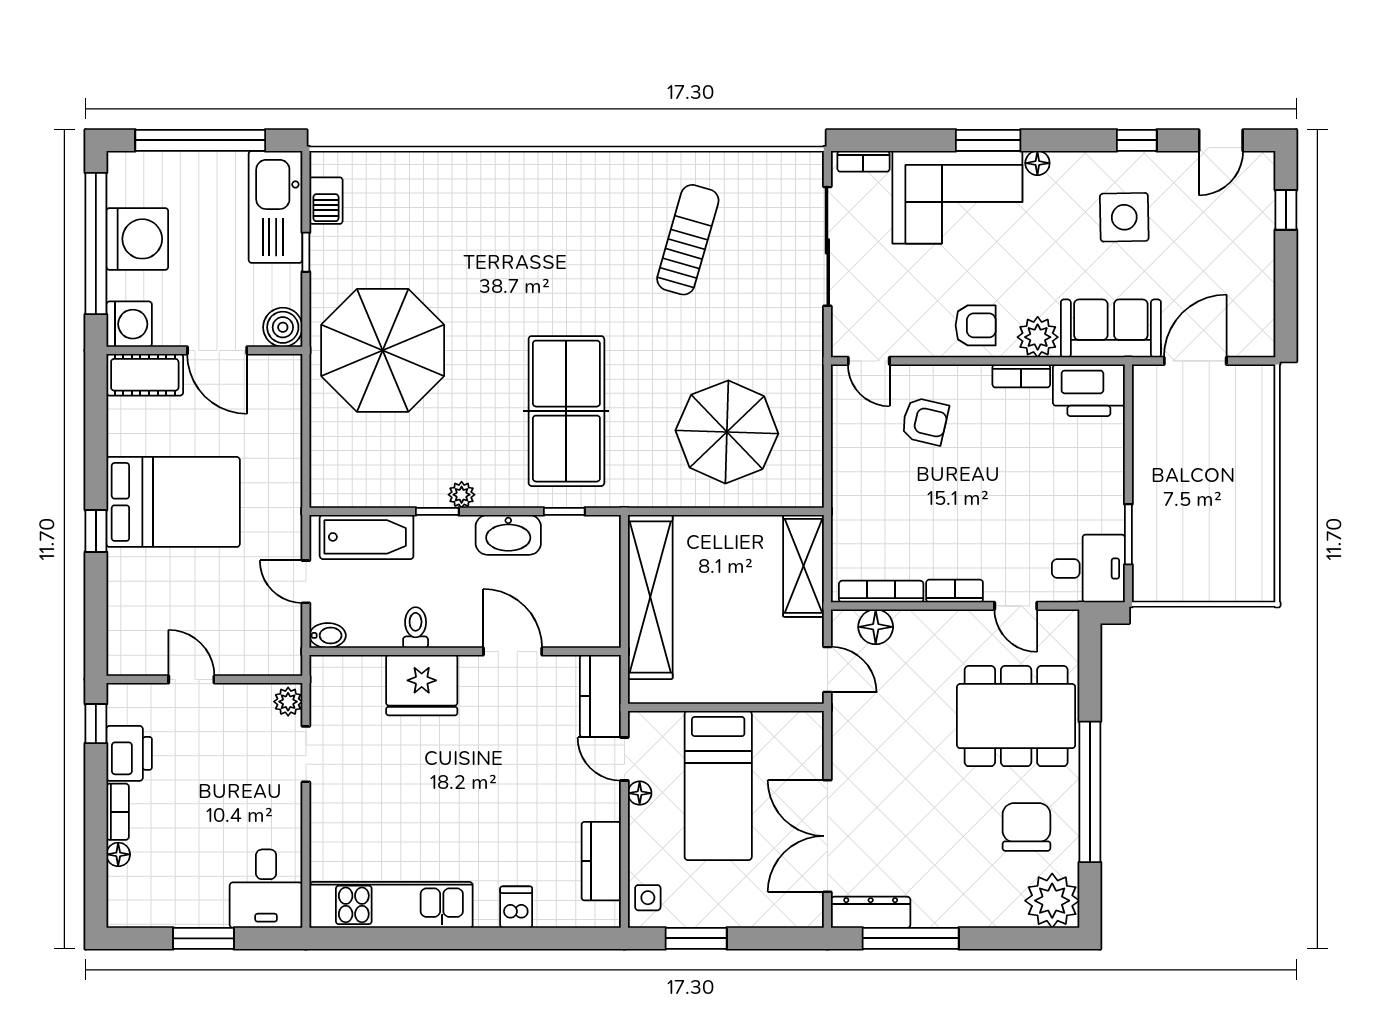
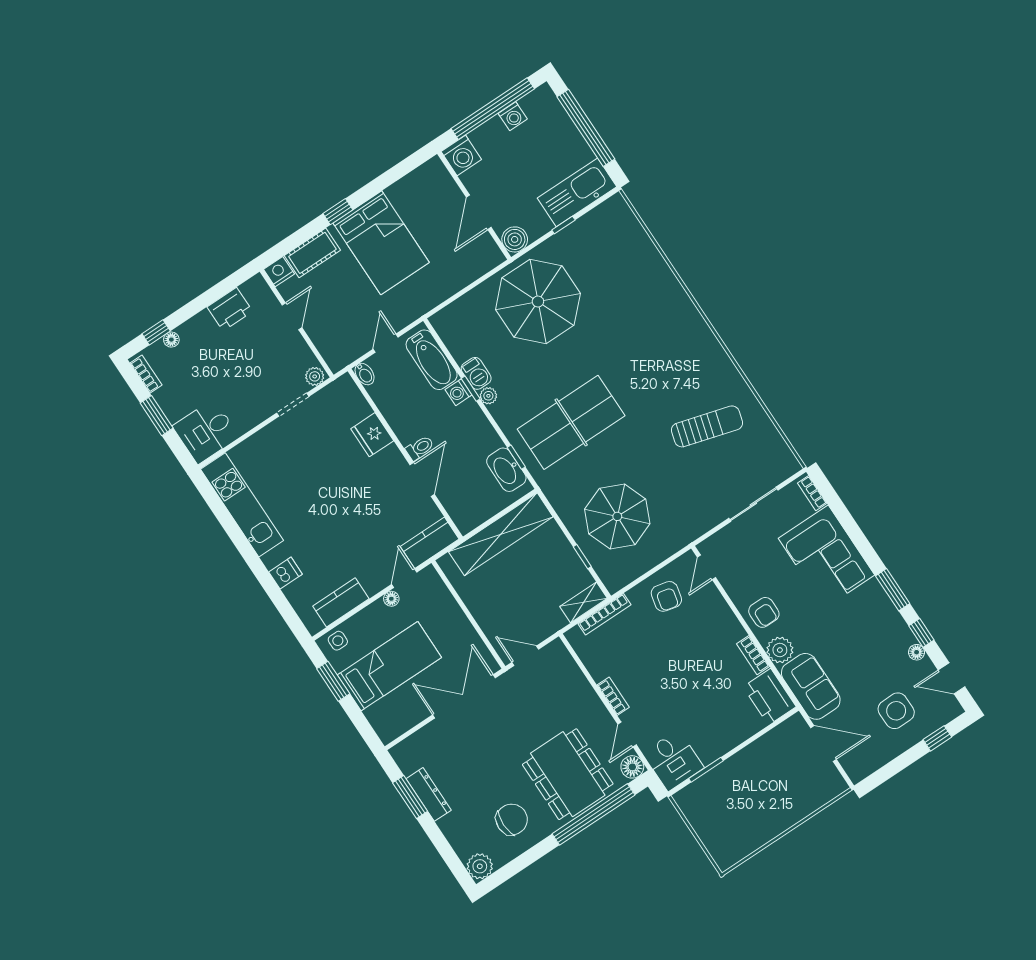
window: (988, 140) -> (893, 590), moved
floor lamp: (1037, 163) -> (917, 652), moved
barbecue: (326, 201) -> (476, 373), moved, turned -90
side table: (1124, 217) -> (896, 711), moved
washing machine: (137, 239) -> (513, 116), width x0.53, depth x0.53
sliding door: (827, 246) -> (753, 504), width x0.73
cot: (145, 375) -> (312, 253), moved, turned 90
armchair: (925, 421) -> (666, 596), moved
window: (749, 511) -> (582, 557), added
washing machine: (431, 530) -> (459, 392), added
washbasin: (508, 535) -> (506, 470), moved
shelving: (803, 566) -> (584, 602), width x0.67, depth x0.75
bookcase: (881, 592) -> (604, 614), moved, turned 90
floor lamp: (876, 627) -> (632, 767), moved
toilet: (416, 628) -> (420, 448), moved
nightstand: (123, 658) -> (279, 272), added
door: (827, 670) -> (525, 656), swing flipped
fridge: (422, 685) -> (372, 435), width x0.73, depth x0.75
window: (96, 724) -> (156, 332), moved
bed: (718, 785) -> (389, 666), moved, turned 180
window: (1090, 792) -> (594, 814), moved
bookcase: (118, 812) -> (146, 374), moved, turned -90
double door: (827, 836) -> (464, 696), moved
plant: (1052, 901) -> (480, 866), width x0.73, depth x0.73
dresser: (871, 912) -> (429, 794), moved
window: (911, 938) -> (410, 797), width x0.69

